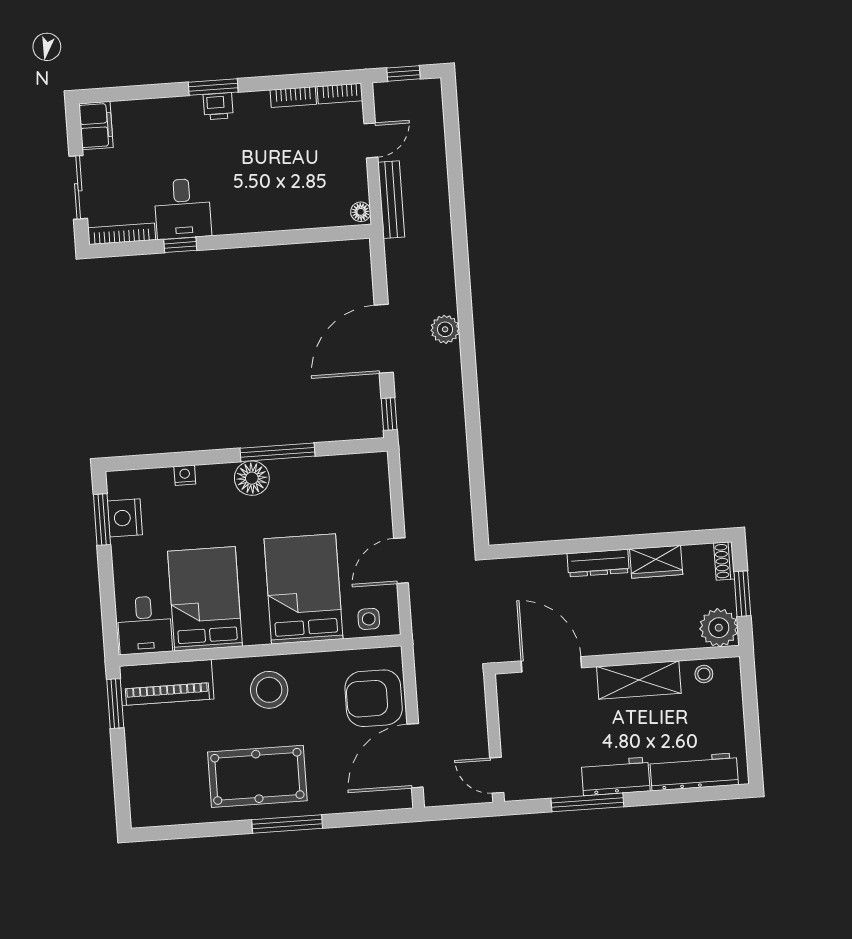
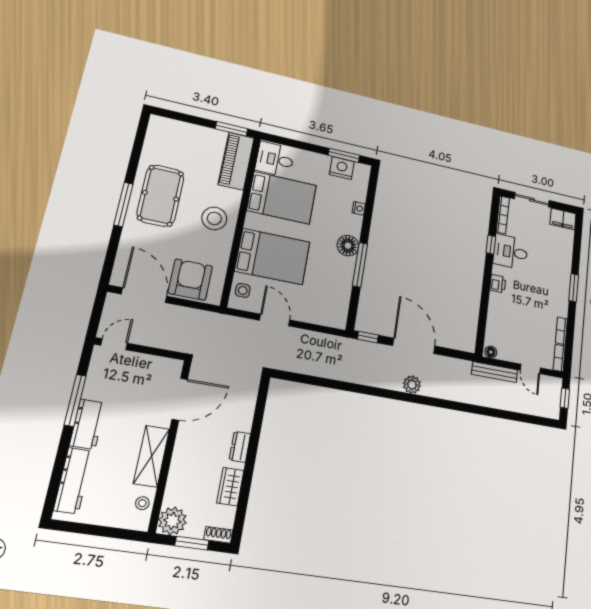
printer: (218, 106) -> (498, 284), moved, turned 180
dresser: (598, 563) -> (240, 447), width x0.70

